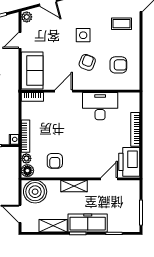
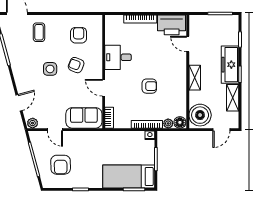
desk: (100, 106) -> (118, 57), width x0.73
armchair: (55, 161) -> (149, 86), moved

